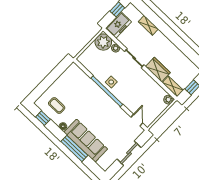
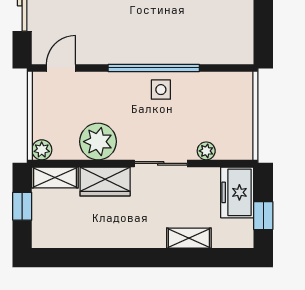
plant: (103, 42) -> (98, 142), moved
door: (137, 120) -> (61, 68), swing flipped

